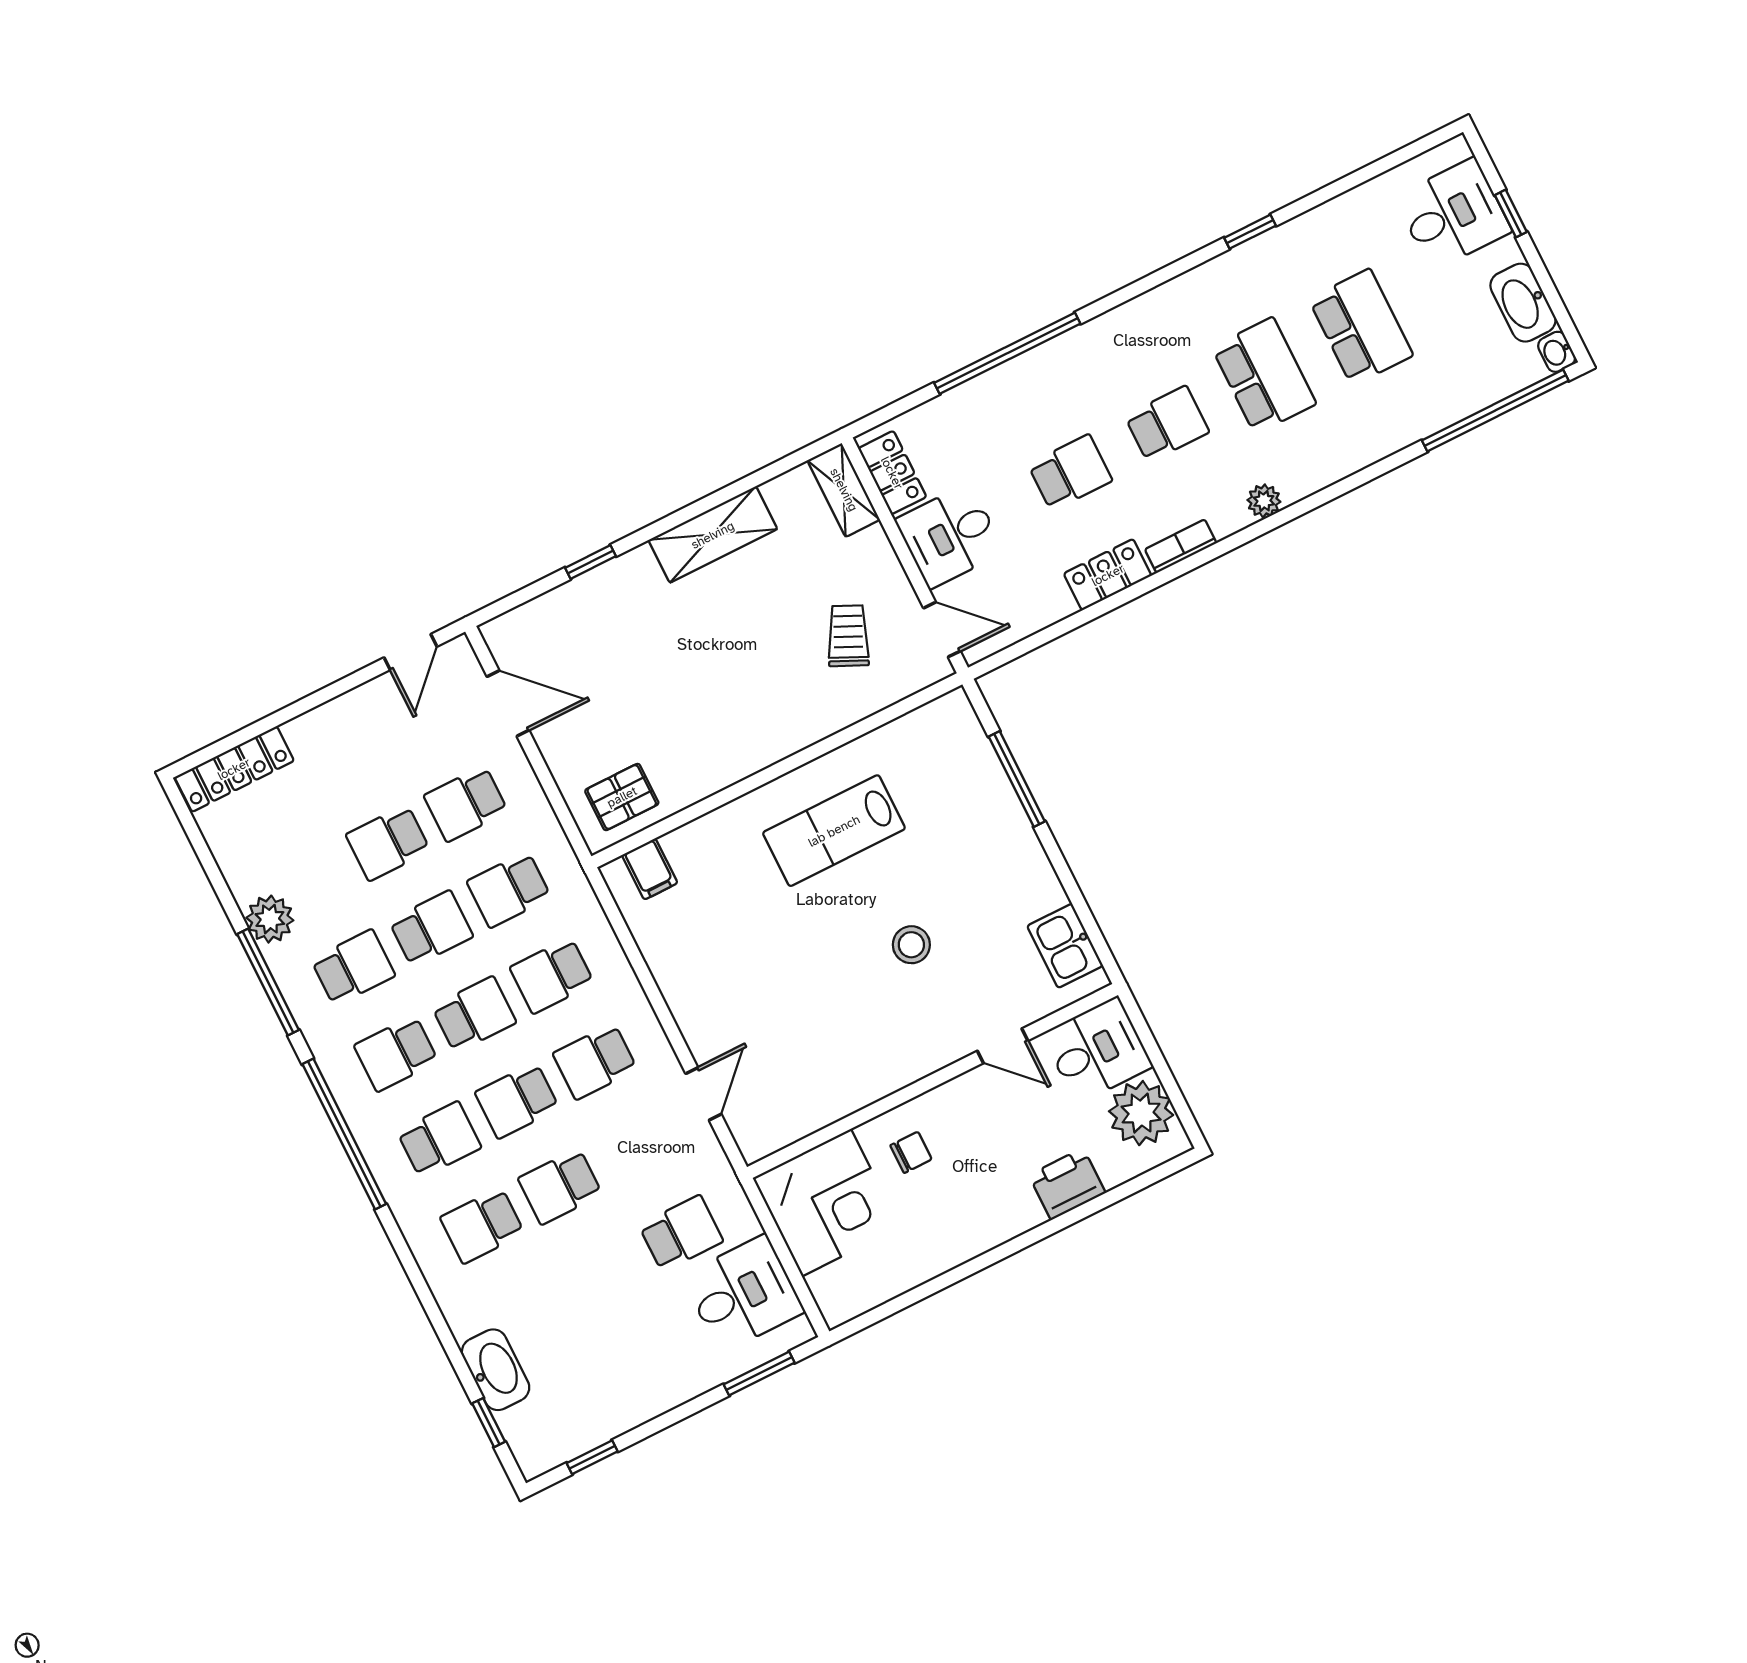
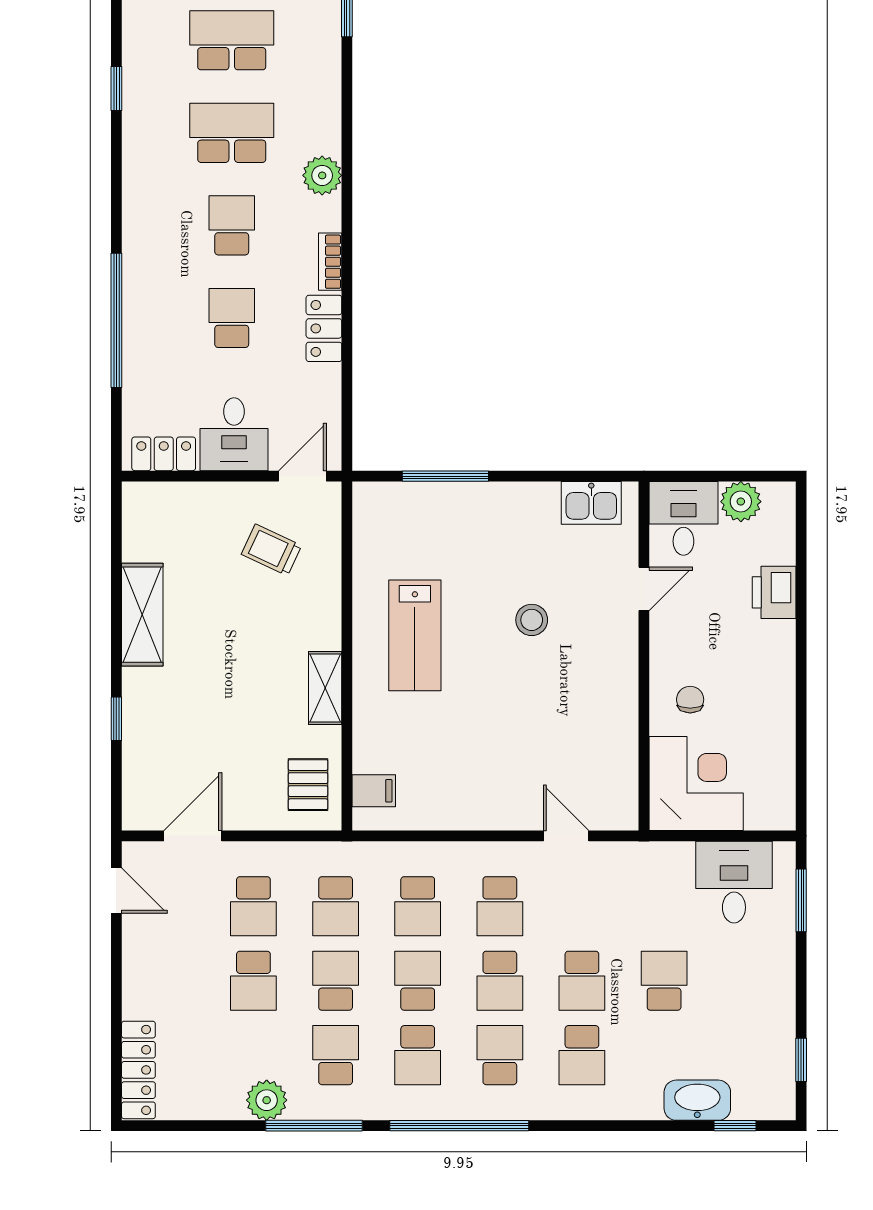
shelving: (844, 490) -> (325, 688), moved, turned 90
plant: (1264, 501) -> (322, 175), width x1.38, depth x1.38
plant: (1141, 1113) -> (741, 502), width x0.73, depth x0.73
school desk: (681, 1233) -> (664, 981), moved

